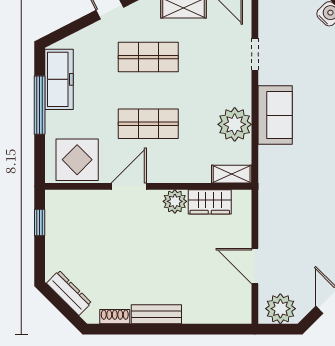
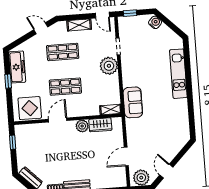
window: (40, 105) -> (8, 81), width x0.46
sofa: (275, 115) -> (133, 102), moved
plant: (235, 124) -> (109, 66), moved
door: (255, 266) -> (126, 156), hinge flipped

